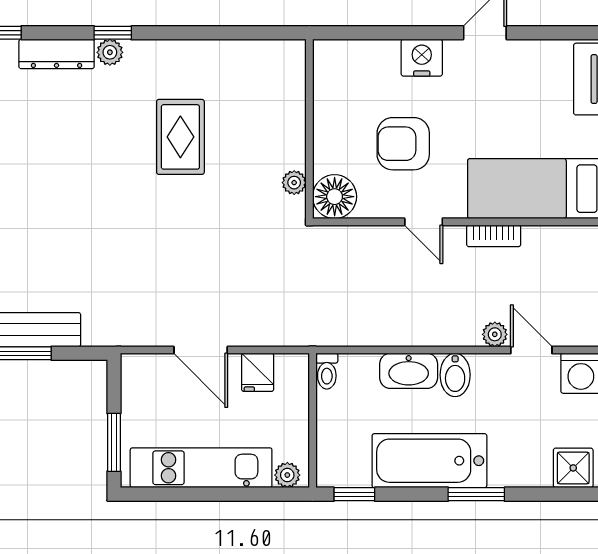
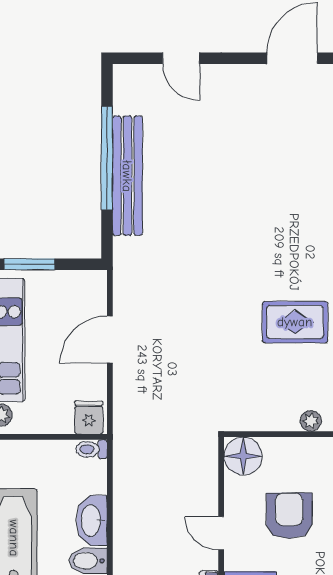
plant: (294, 183) -> (311, 421), moved
door: (424, 222) -> (221, 533), hinge flipped
fridge: (258, 372) -> (89, 418), moved, turned 90

